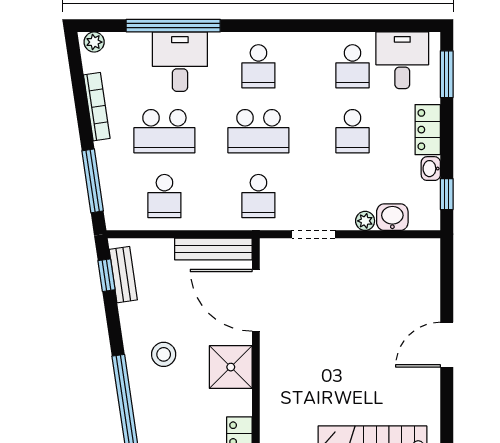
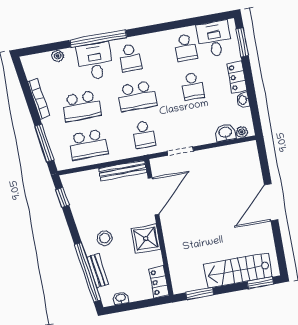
window: (173, 26) -> (98, 39), moved
plant: (94, 42) -> (58, 56), moved
desk: (180, 62) -> (95, 61), moved
window: (447, 194) -> (255, 113), removed
school desk: (164, 196) -> (88, 144), width x1.85
plant: (365, 221) -> (242, 132), moved
bench: (123, 275) -> (98, 271), moved
door: (256, 300) -> (153, 196), swing flipped
door: (447, 345) -> (271, 202), width x1.36

